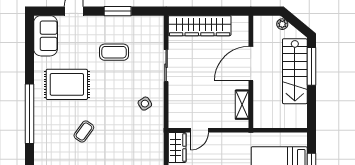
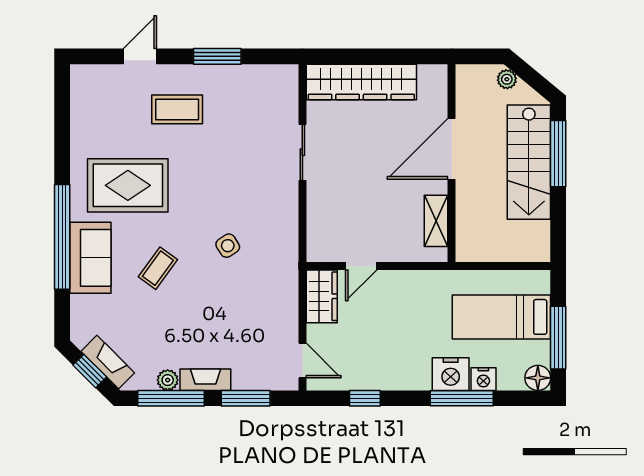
sofa: (46, 36) -> (90, 258), moved
coffee table: (114, 52) -> (177, 109), moved
side table: (145, 104) -> (228, 246), moved

